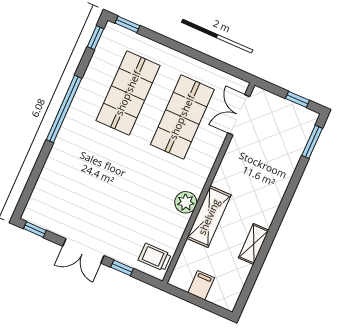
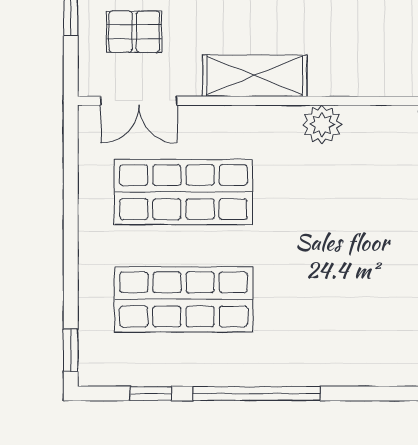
window: (95, 38) -> (151, 394), moved
pallet: (275, 128) -> (134, 32), added
shelving: (209, 217) -> (255, 76), moved

